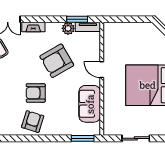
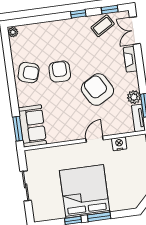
nightstand: (109, 48) -> (119, 144), added
sofa: (90, 104) -> (32, 126), moved, turned 90

